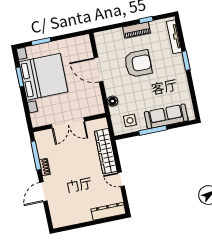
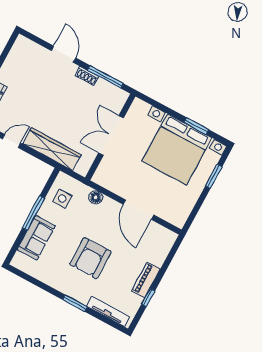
armchair: (138, 64) -> (90, 258), moved
door: (98, 70) -> (138, 210), swing flipped
sofa: (166, 116) -> (36, 238), width x0.73

